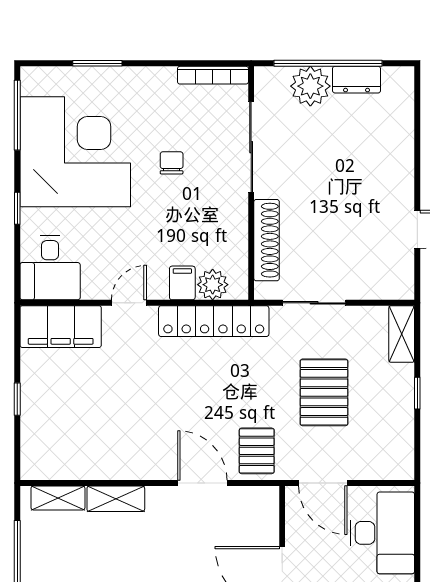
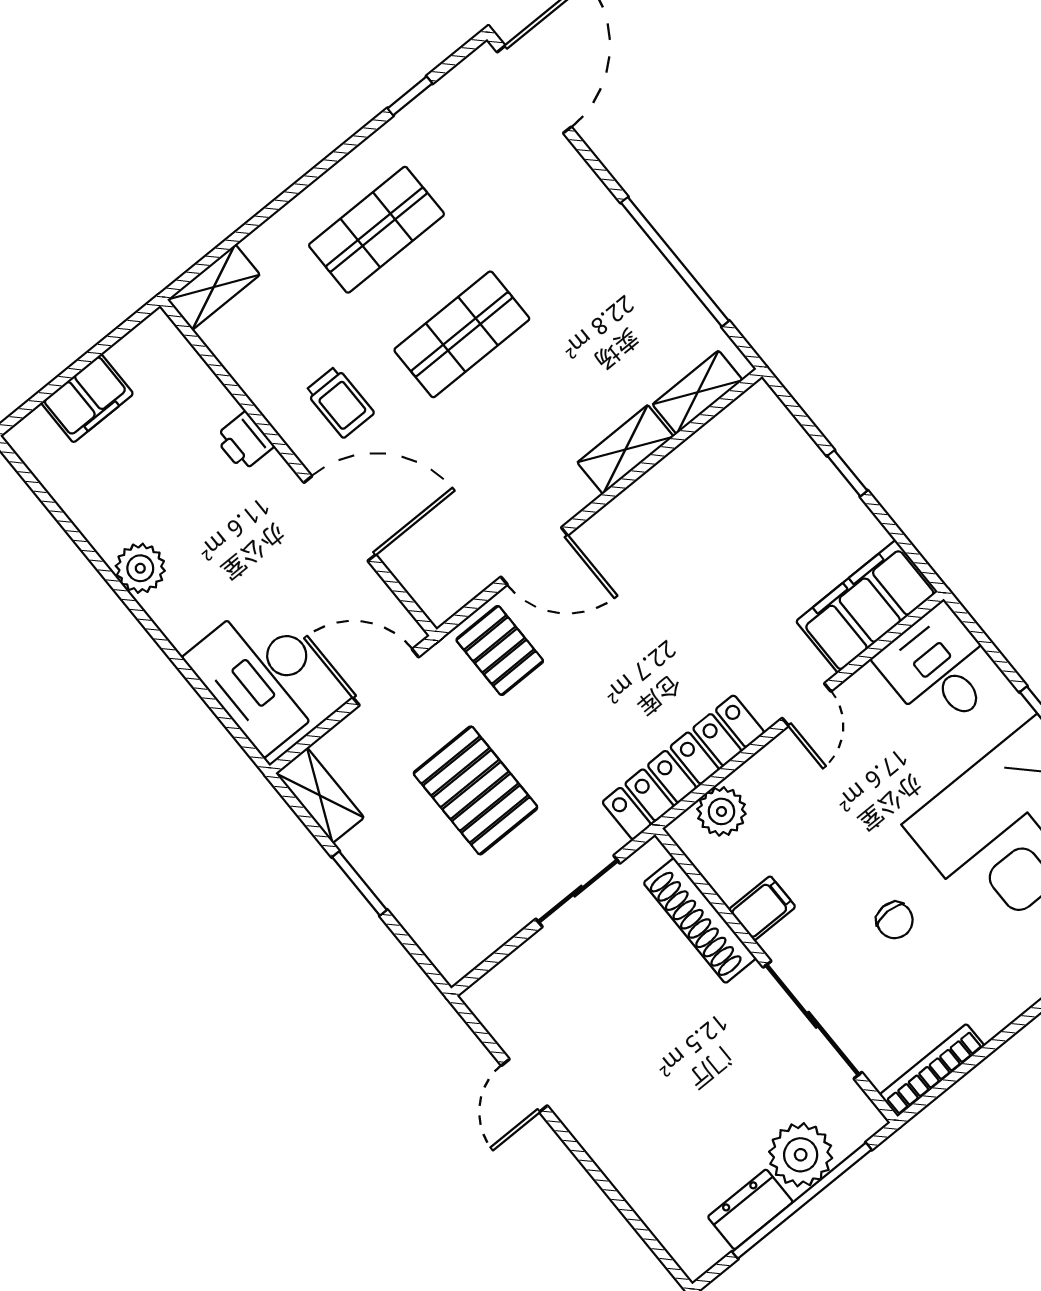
filing cabinet: (182, 283) -> (762, 908), moved, turned -90
shelving: (402, 334) -> (320, 795), moved
window: (417, 393) -> (360, 883), width x1.50

